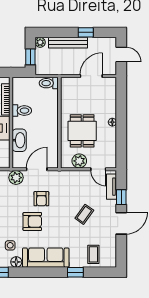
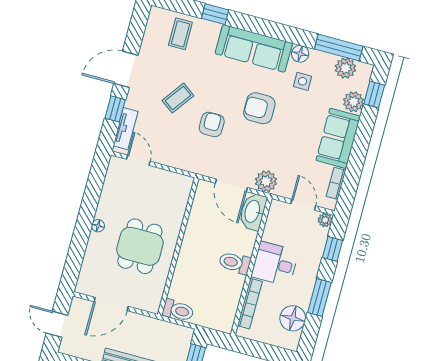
toilet: (22, 111) -> (235, 263), moved
dining table: (82, 131) -> (140, 246), moved
washbasin: (19, 140) -> (253, 212), moved
plant: (79, 161) -> (164, 181), removed
door: (37, 169) -> (231, 185), hinge flipped
armchair: (41, 199) -> (212, 124), moved

